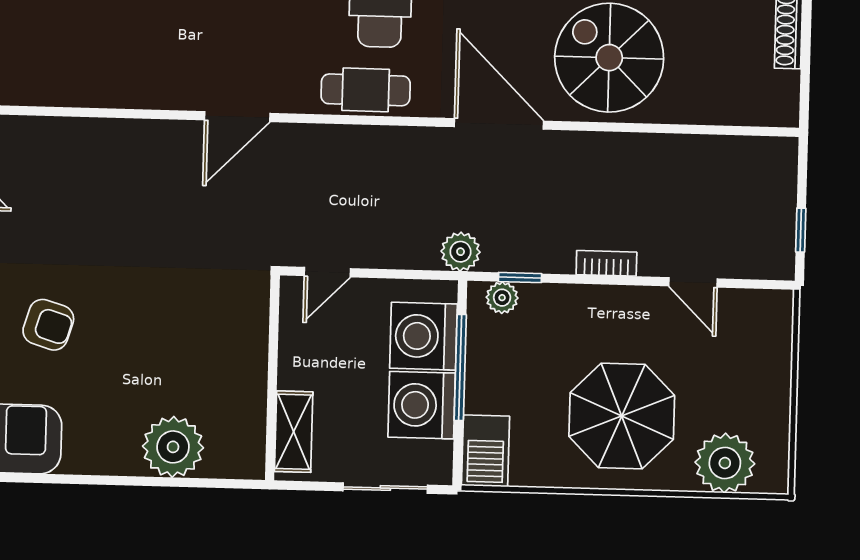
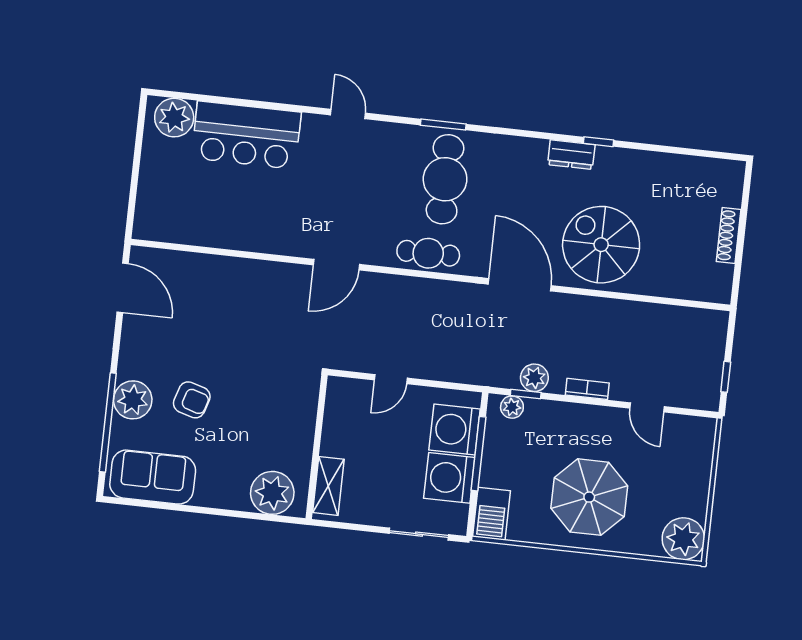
plant: (461, 252) -> (534, 378), moved
wall: (272, 378) -> (317, 447), moved
shelving: (294, 432) -> (328, 486), moved
plant: (725, 463) -> (683, 539), moved

